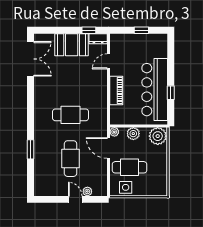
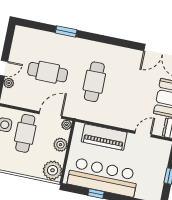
door: (108, 61) -> (143, 134), hinge flipped
piano: (116, 90) -> (104, 137), width x1.37, depth x1.33

